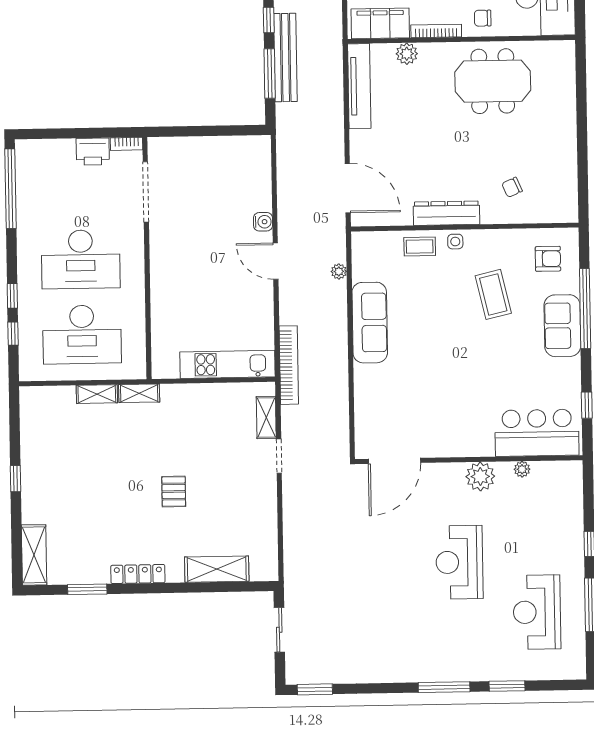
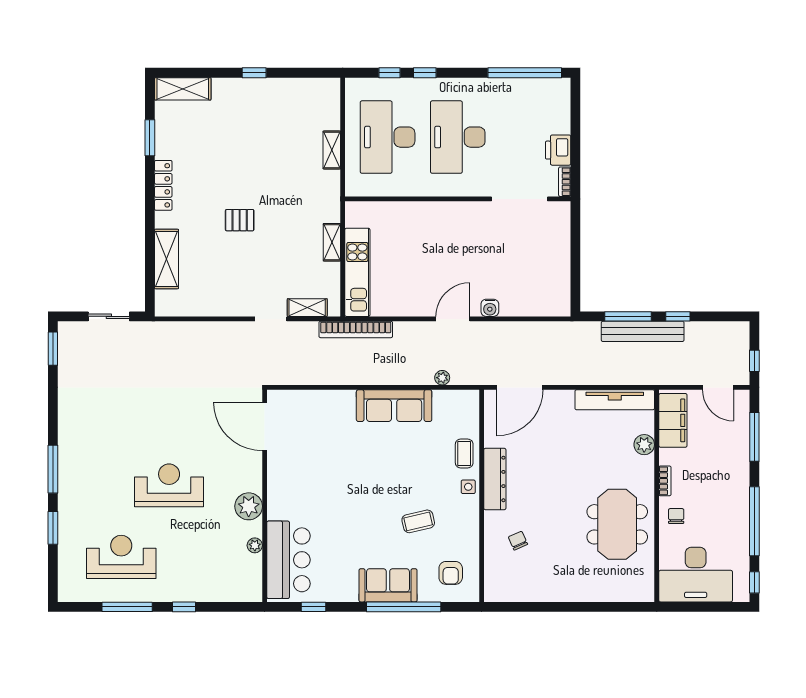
bookcase: (436, 31) -> (665, 481), width x0.64
coffee table: (493, 294) -> (418, 521), width x0.73, depth x0.77
shelving: (139, 393) -> (332, 242), moved

